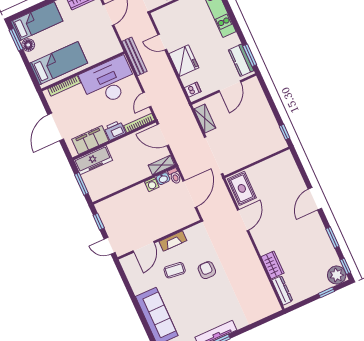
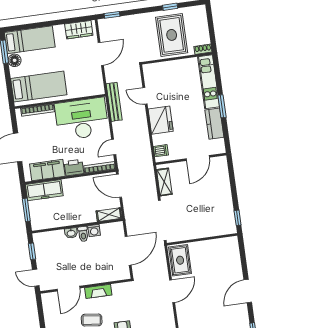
window: (250, 55) -> (222, 106), moved
kitchen counter: (241, 60) -> (214, 124), moved
toilet: (175, 176) -> (83, 234), moved
washbasin: (163, 179) -> (71, 233), moved

